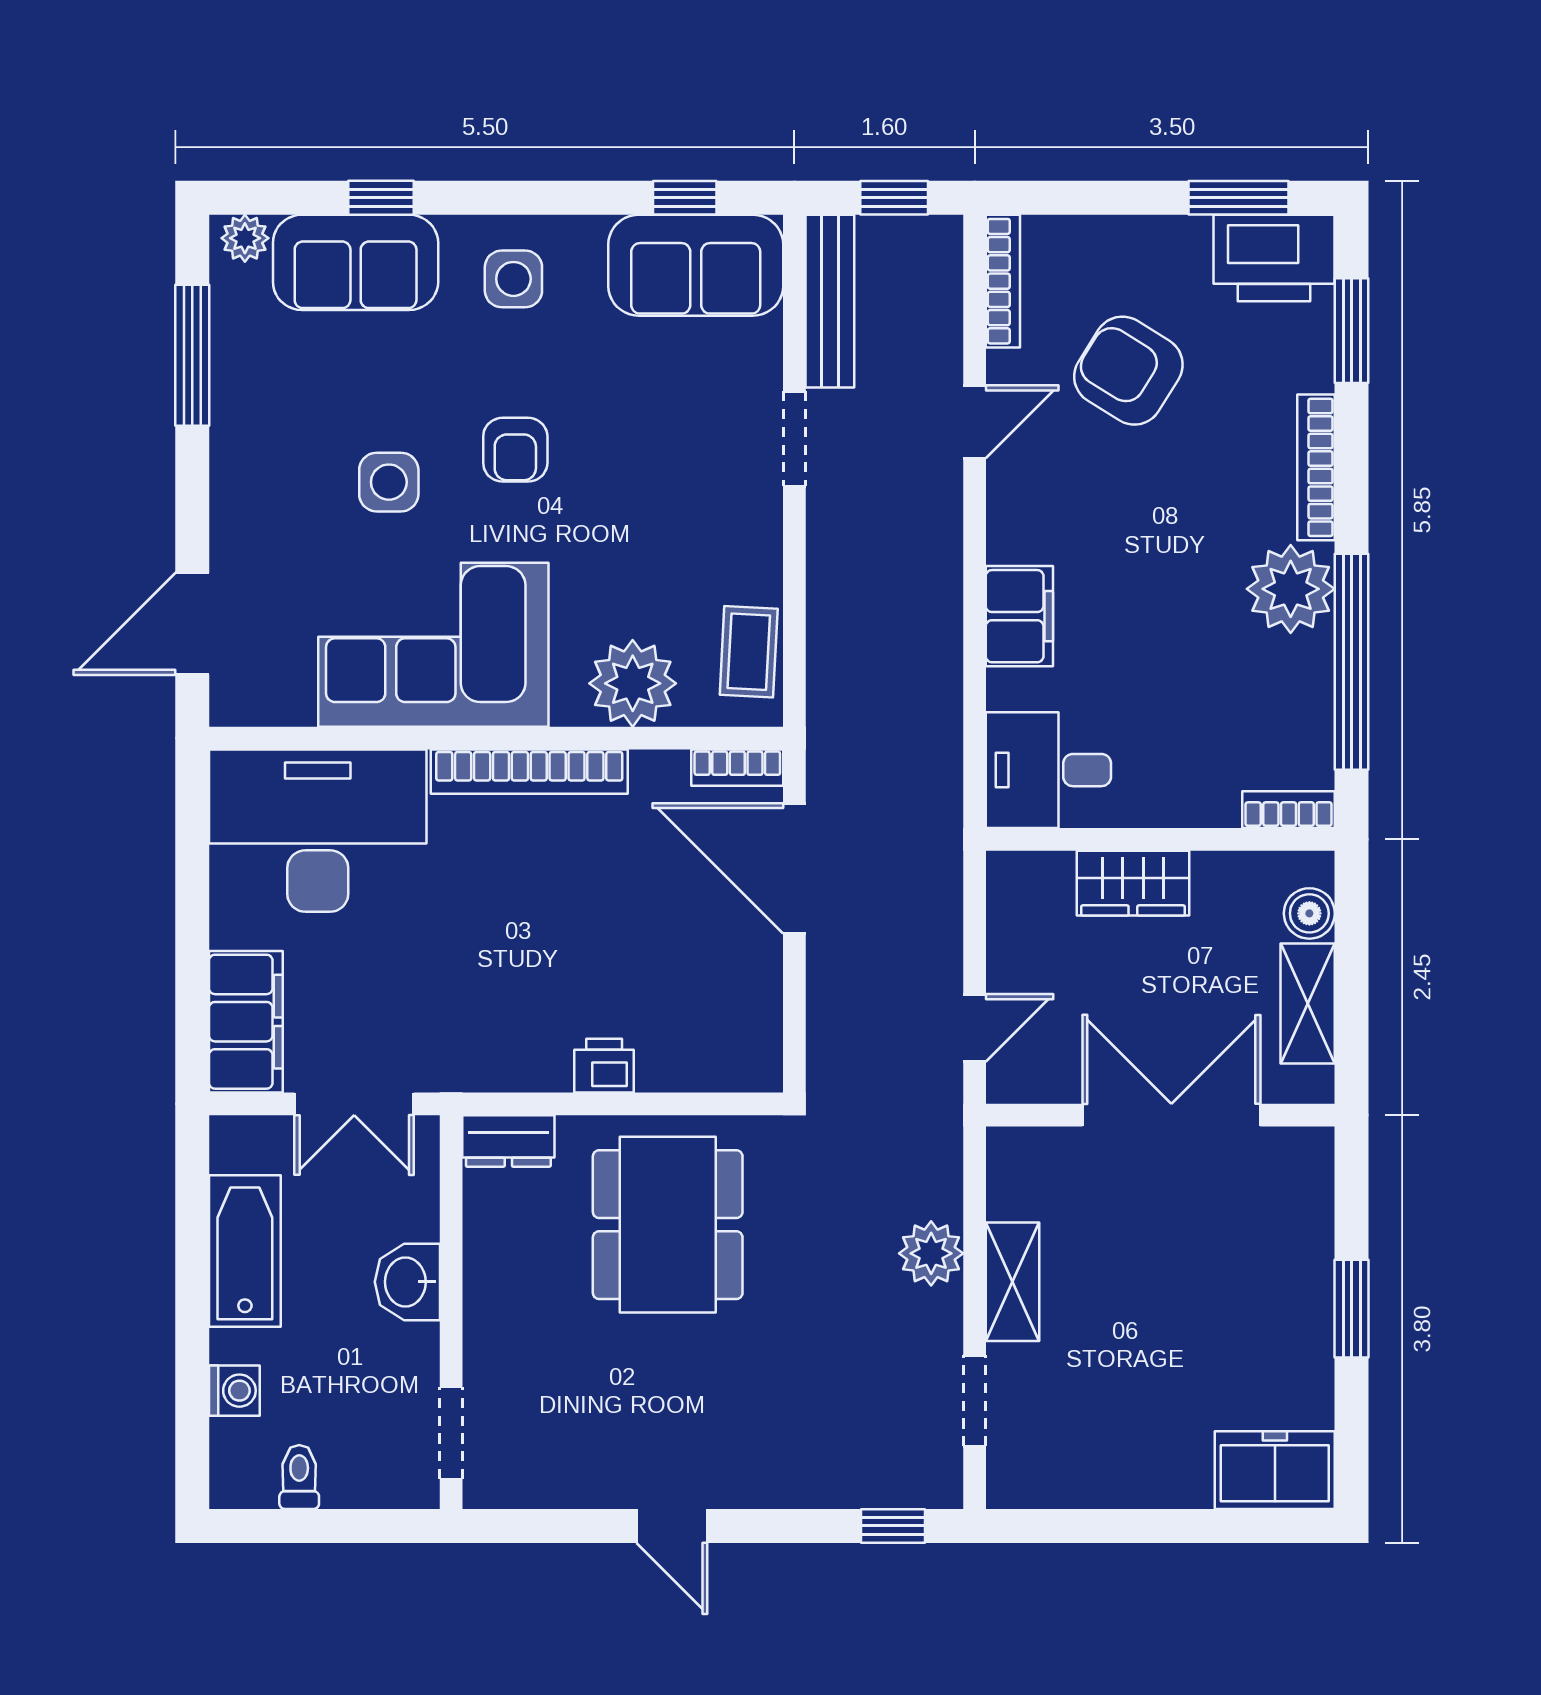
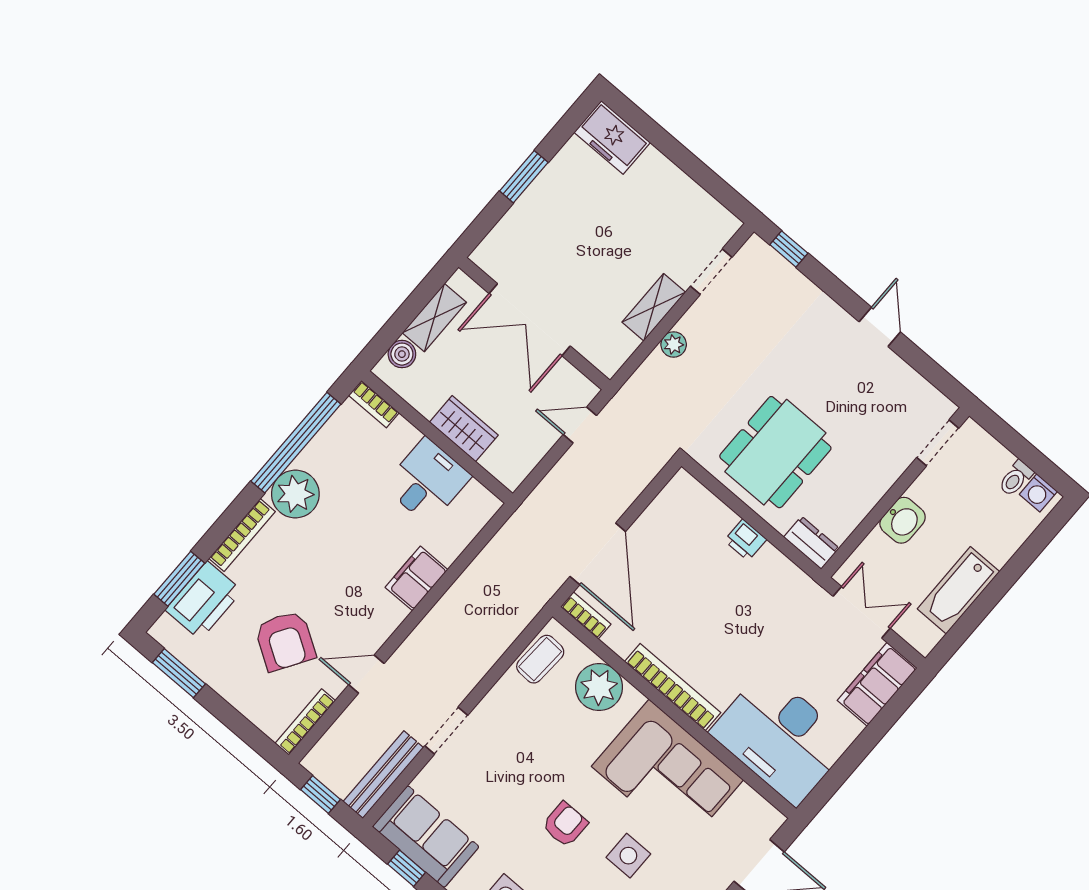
printer: (1274, 258) -> (204, 600), moved, turned 90
desk: (1048, 770) -> (427, 481), moved, turned -90
plant: (931, 1253) -> (674, 344), width x0.73, depth x0.73
washing machine: (234, 1391) -> (1038, 493), moved, turned -90

